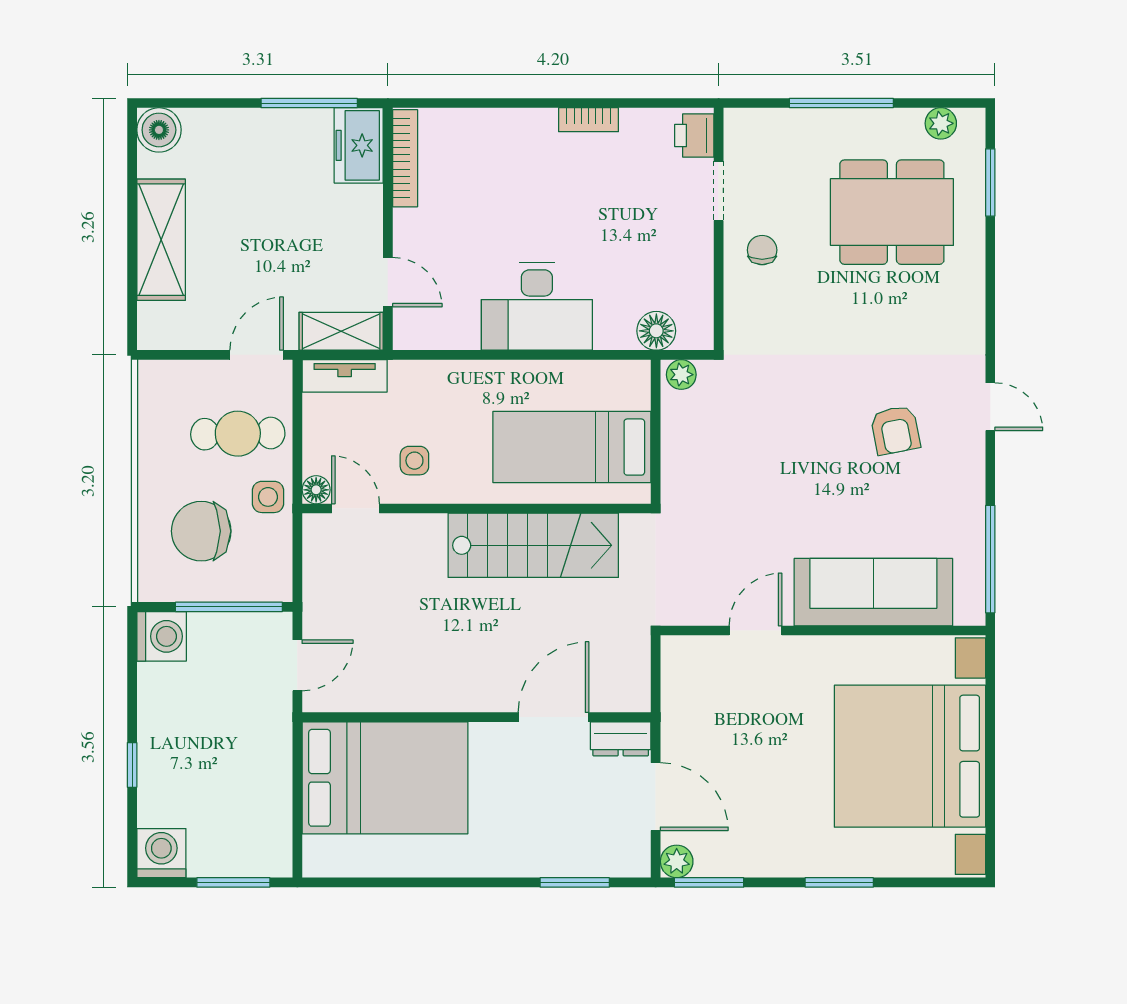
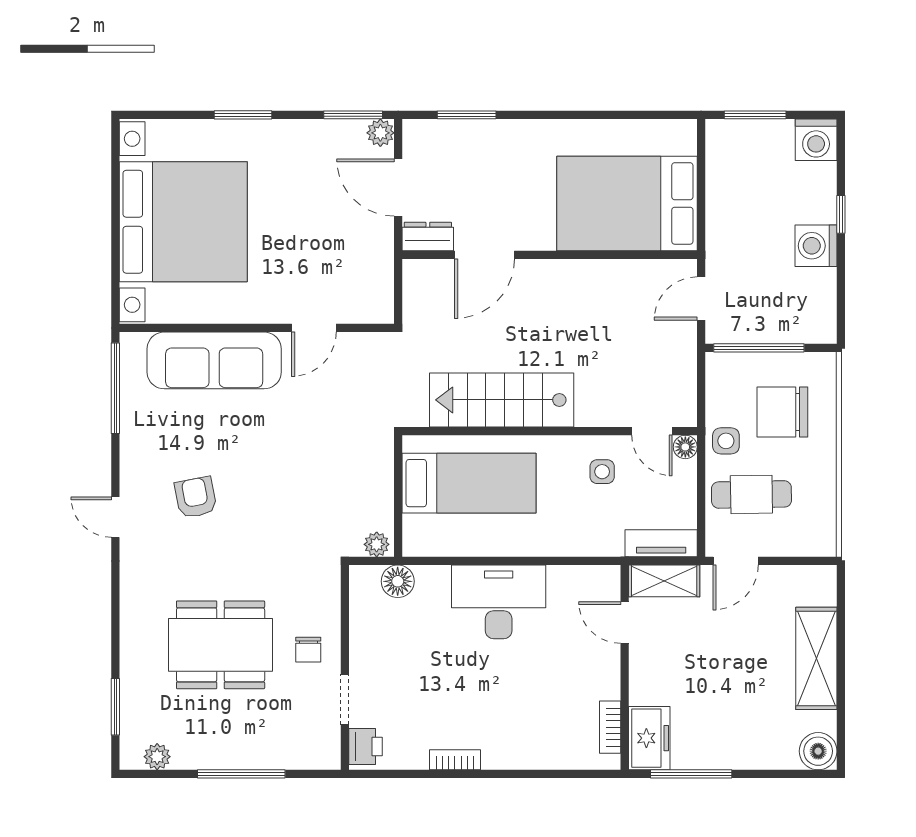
bookcase: (405, 158) -> (610, 727), width x0.64
dining table: (892, 212) -> (221, 645), moved
chair: (201, 531) -> (782, 412), turned 180
washing machine: (162, 636) -> (816, 246), moved

